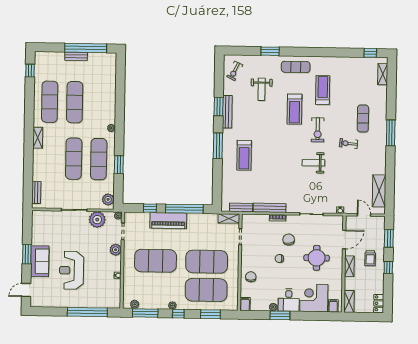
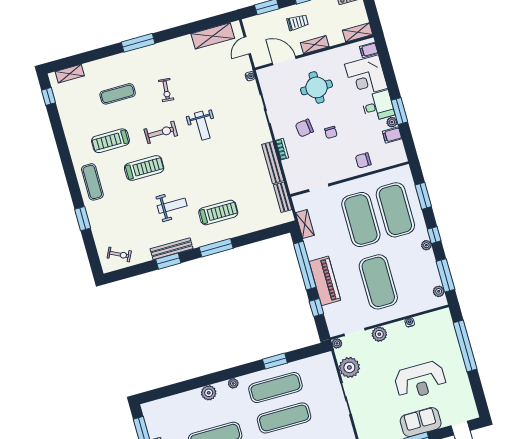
weight bench: (262, 89) -> (172, 206), moved
exercise mat: (363, 118) -> (118, 94), moved
plant: (108, 199) -> (209, 393), moved
shelving: (229, 218) -> (305, 224), moved
filing cabinet: (245, 304) -> (392, 135), moved

